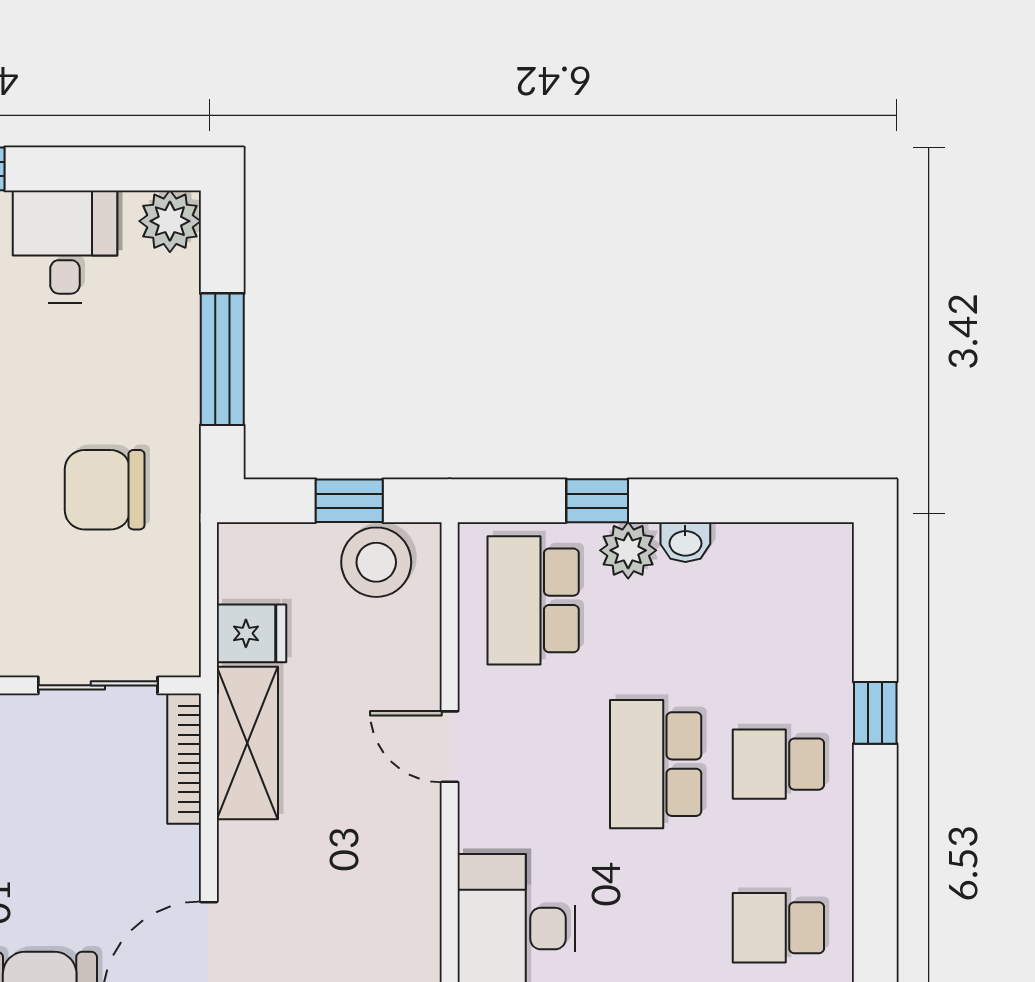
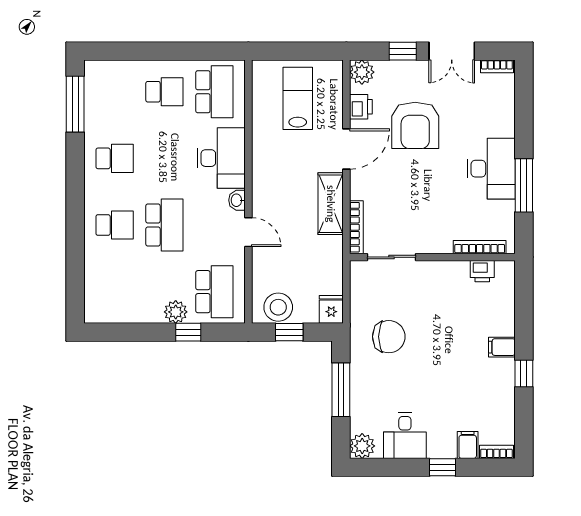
washbasin: (685, 542) -> (237, 200), moved, turned -90
fridge: (252, 633) -> (331, 309), moved, turned 90
window: (875, 713) -> (75, 246), removed
shelving: (247, 743) -> (331, 204), moved

